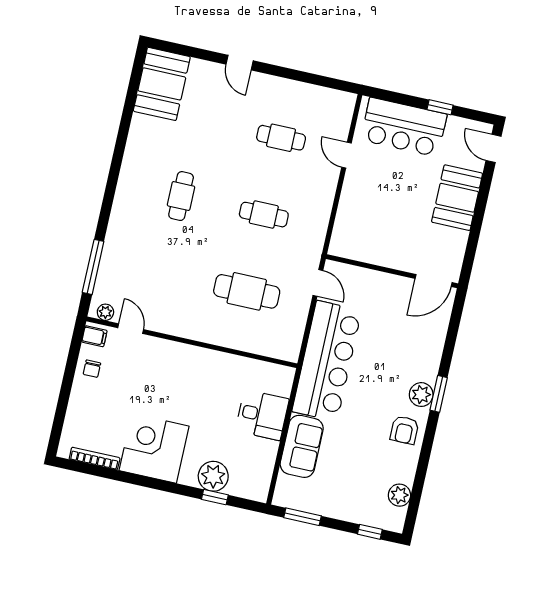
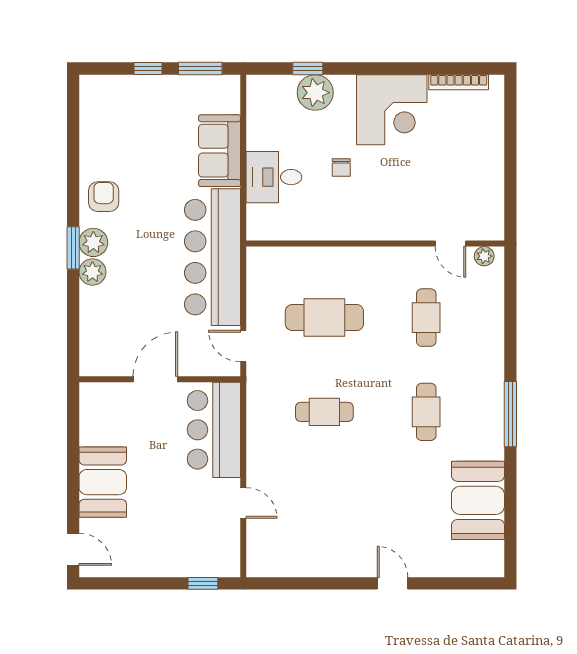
booth: (162, 84) -> (478, 500), moved
window: (440, 107) -> (203, 583), moved
bar counter: (404, 127) -> (214, 430), moved, turned -90
cafe table: (281, 138) -> (426, 318), moved, turned 90
window: (93, 267) -> (510, 414), moved
door: (434, 280) -> (155, 379), moved
filing cabinet: (94, 336) -> (491, 225), removed
chair: (92, 369) -> (341, 168), moved, turned 180
plant: (399, 495) -> (92, 272), moved
window: (370, 532) -> (148, 68), moved

